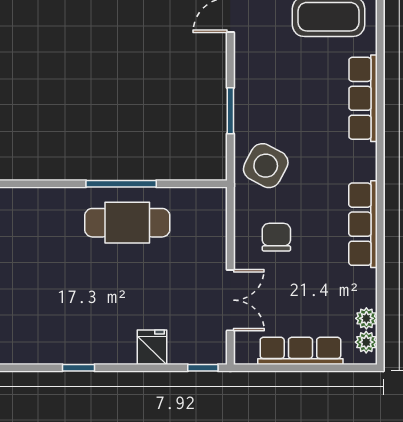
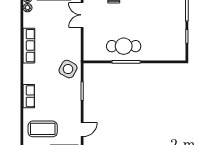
row of seats: (363, 98) -> (29, 96), width x0.68
chair: (276, 237) -> (64, 40), removed

